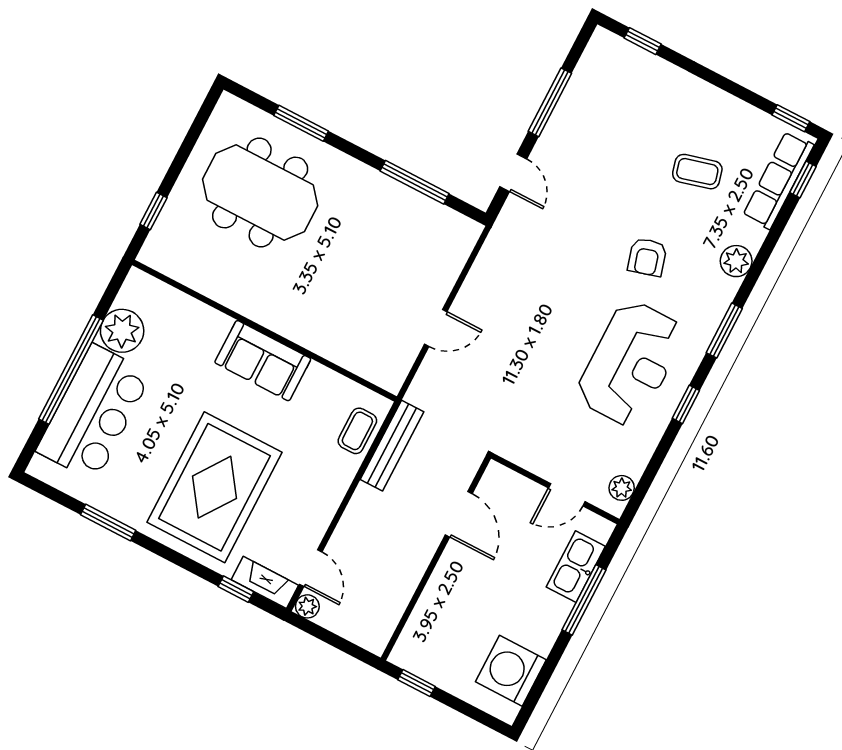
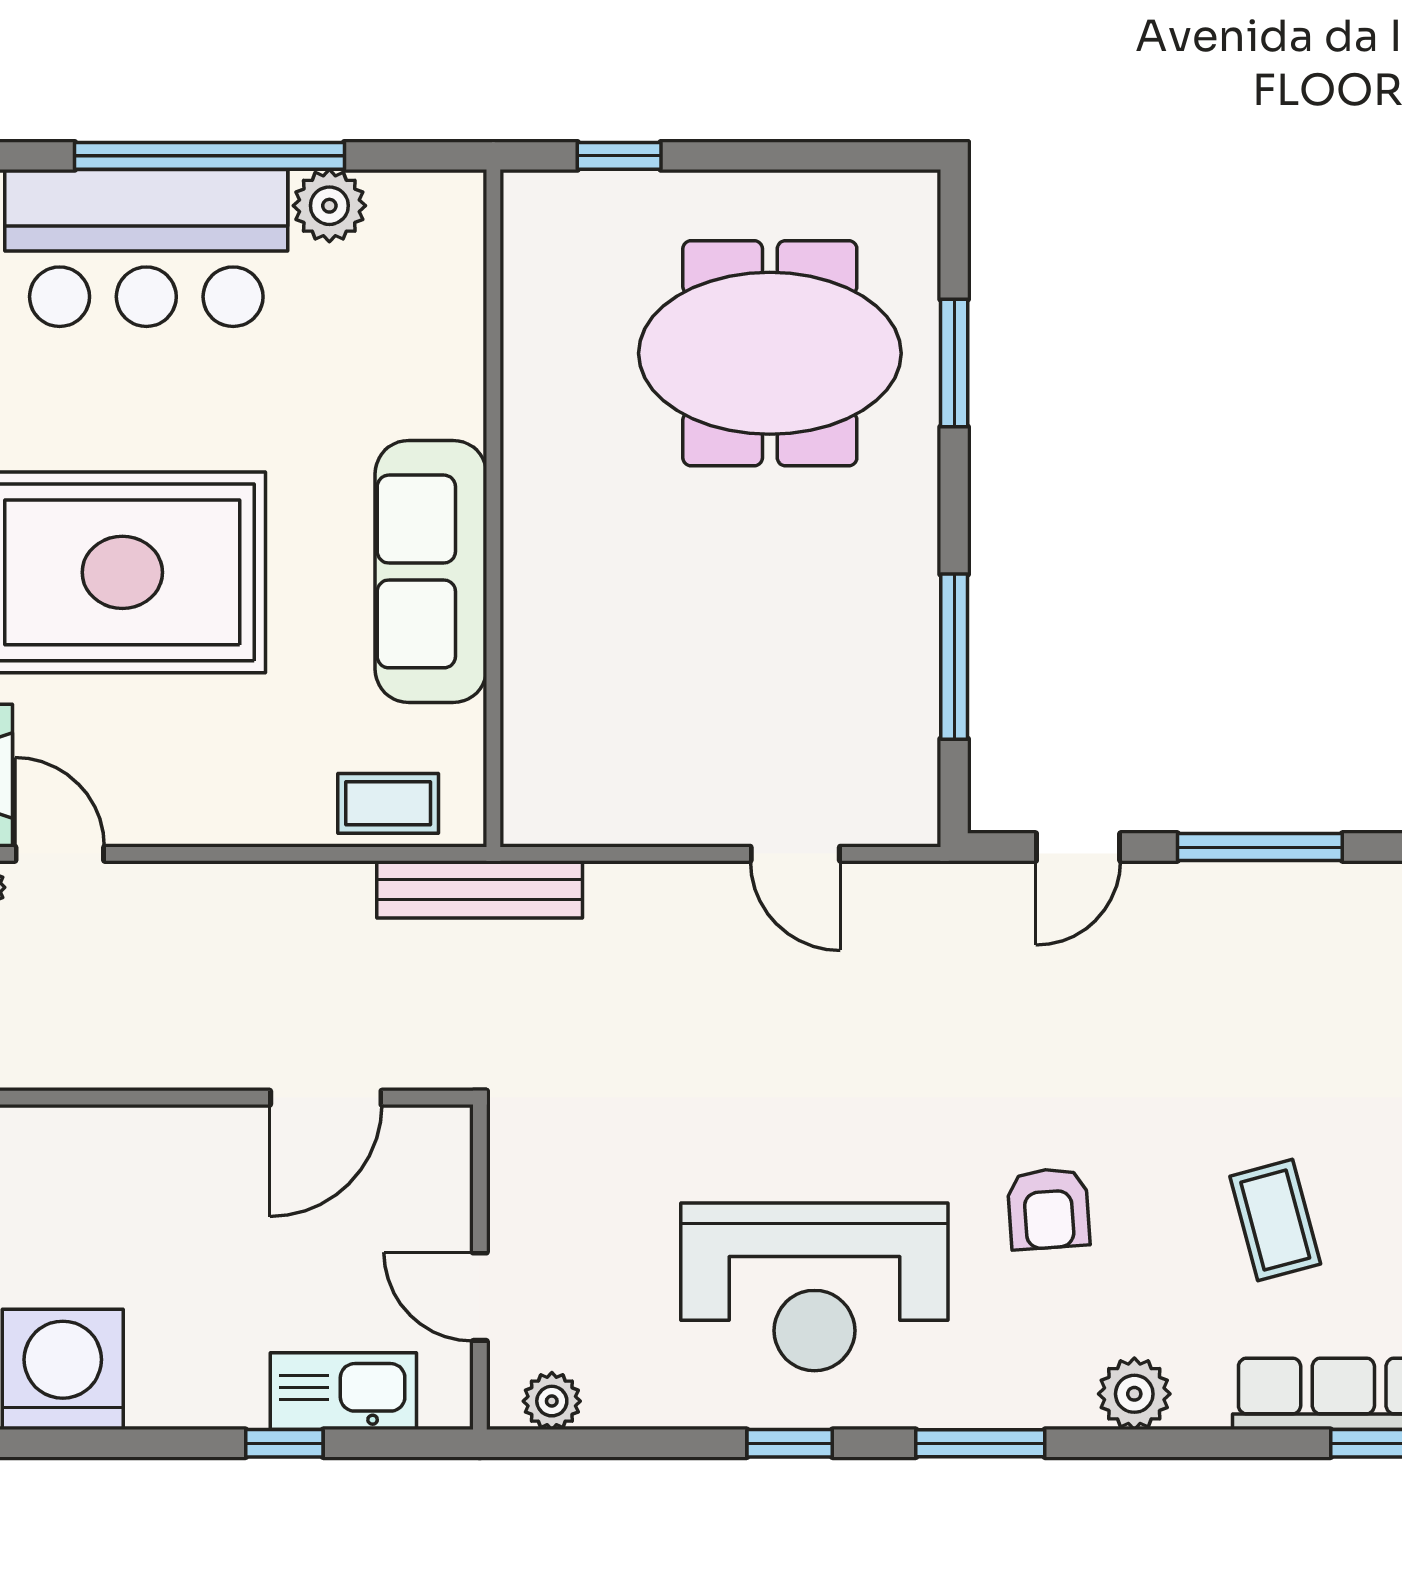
meeting table: (260, 192) -> (770, 353), turned 90
armchair: (647, 257) -> (1048, 1209), turned -78
door: (436, 328) -> (795, 854), moved
plant: (122, 331) -> (329, 206), width x0.73, depth x0.73
sofa: (263, 361) -> (431, 571), width x1.36
bench: (392, 446) -> (480, 889), moved
door: (311, 568) -> (60, 854), swing flipped
window: (584, 600) -> (284, 1443), width x0.46

